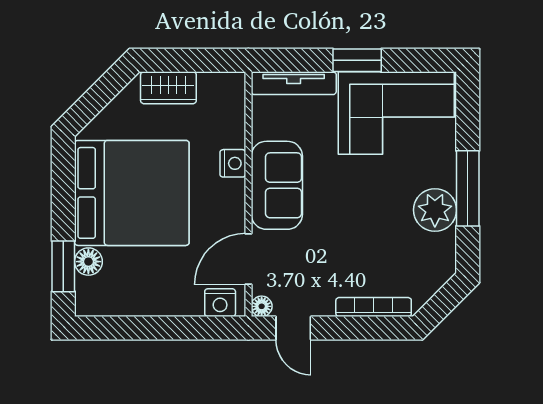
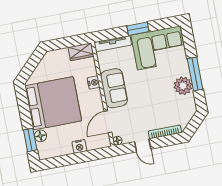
wardrobe: (168, 88) -> (81, 52), moved
nightstand: (220, 303) -> (79, 146), moved
door: (293, 328) -> (143, 145), moved

